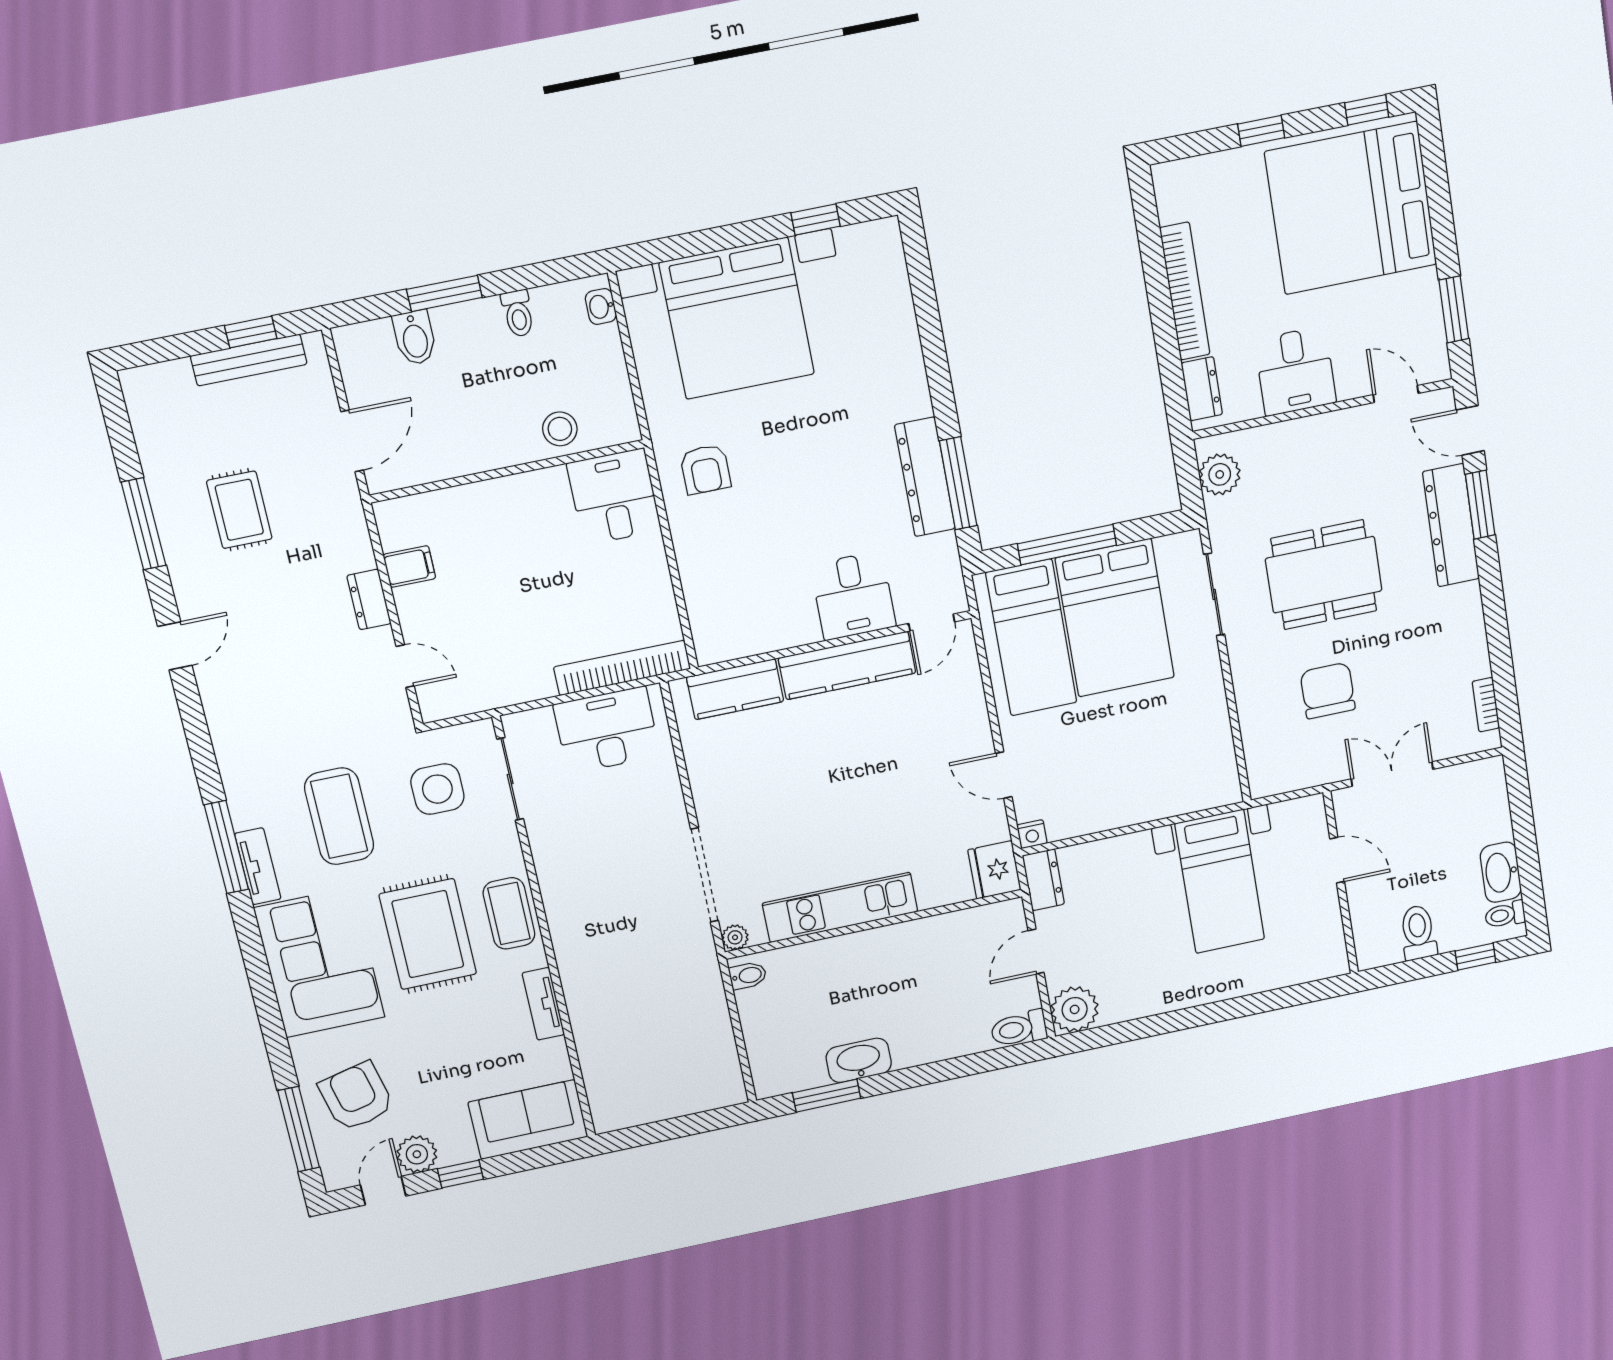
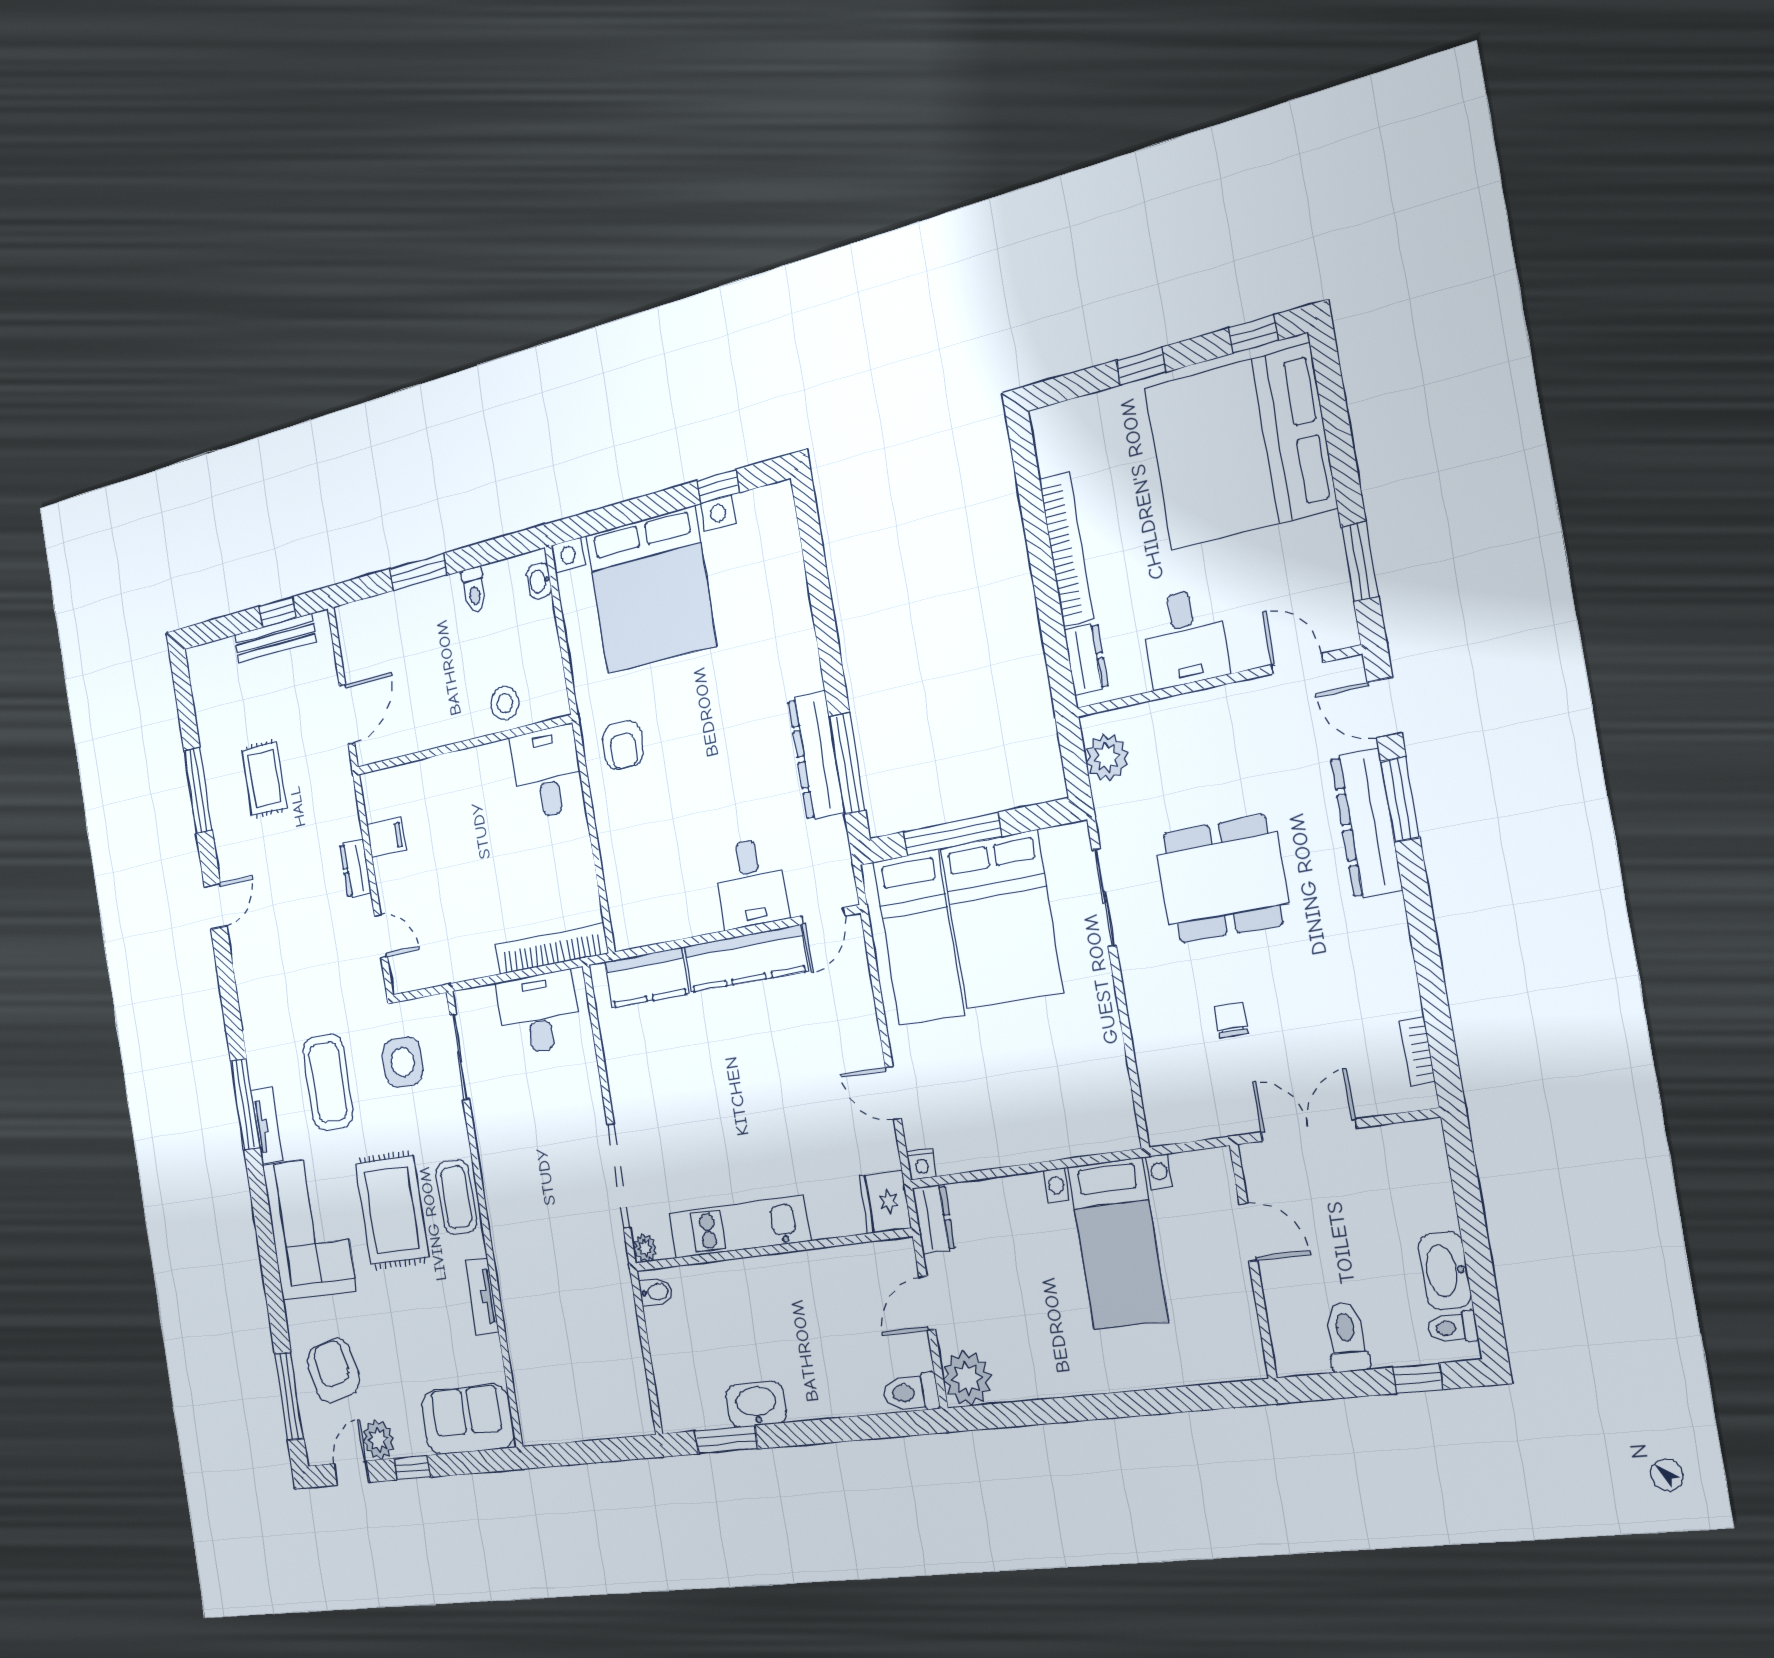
bidet: (415, 338) -> (395, 615), removed
chair: (1328, 691) -> (1231, 1020), width x0.54, depth x0.54

